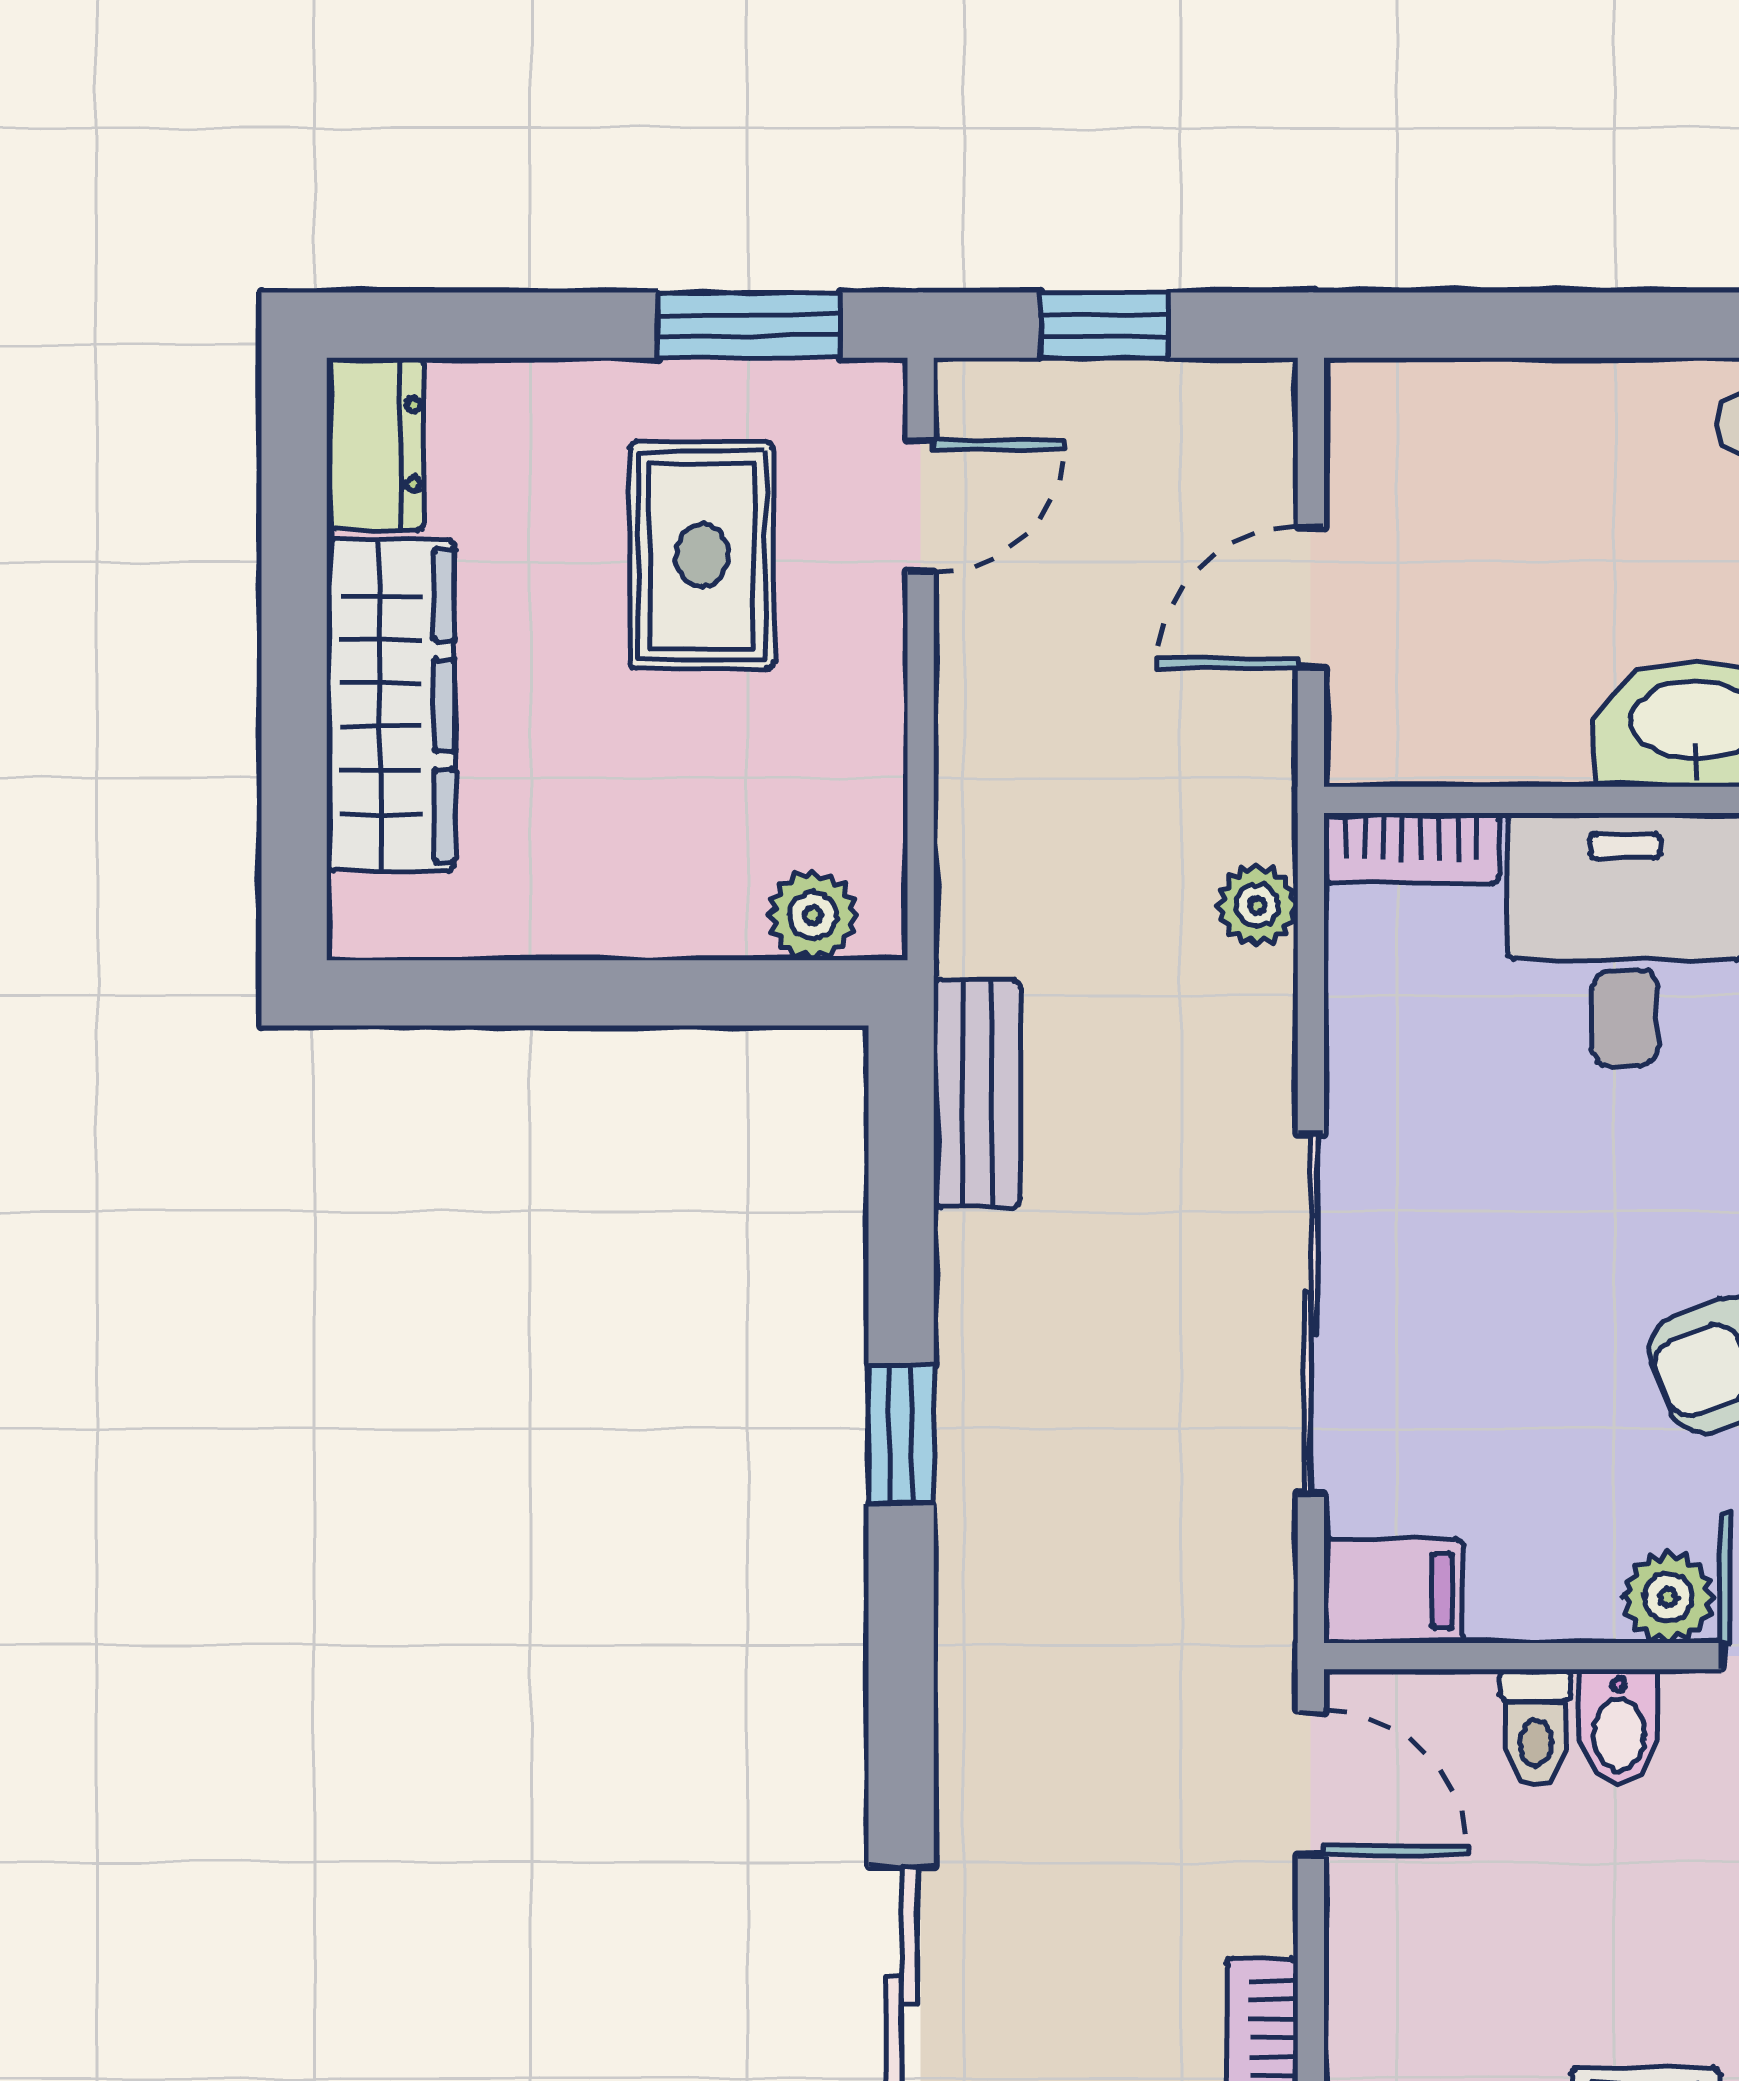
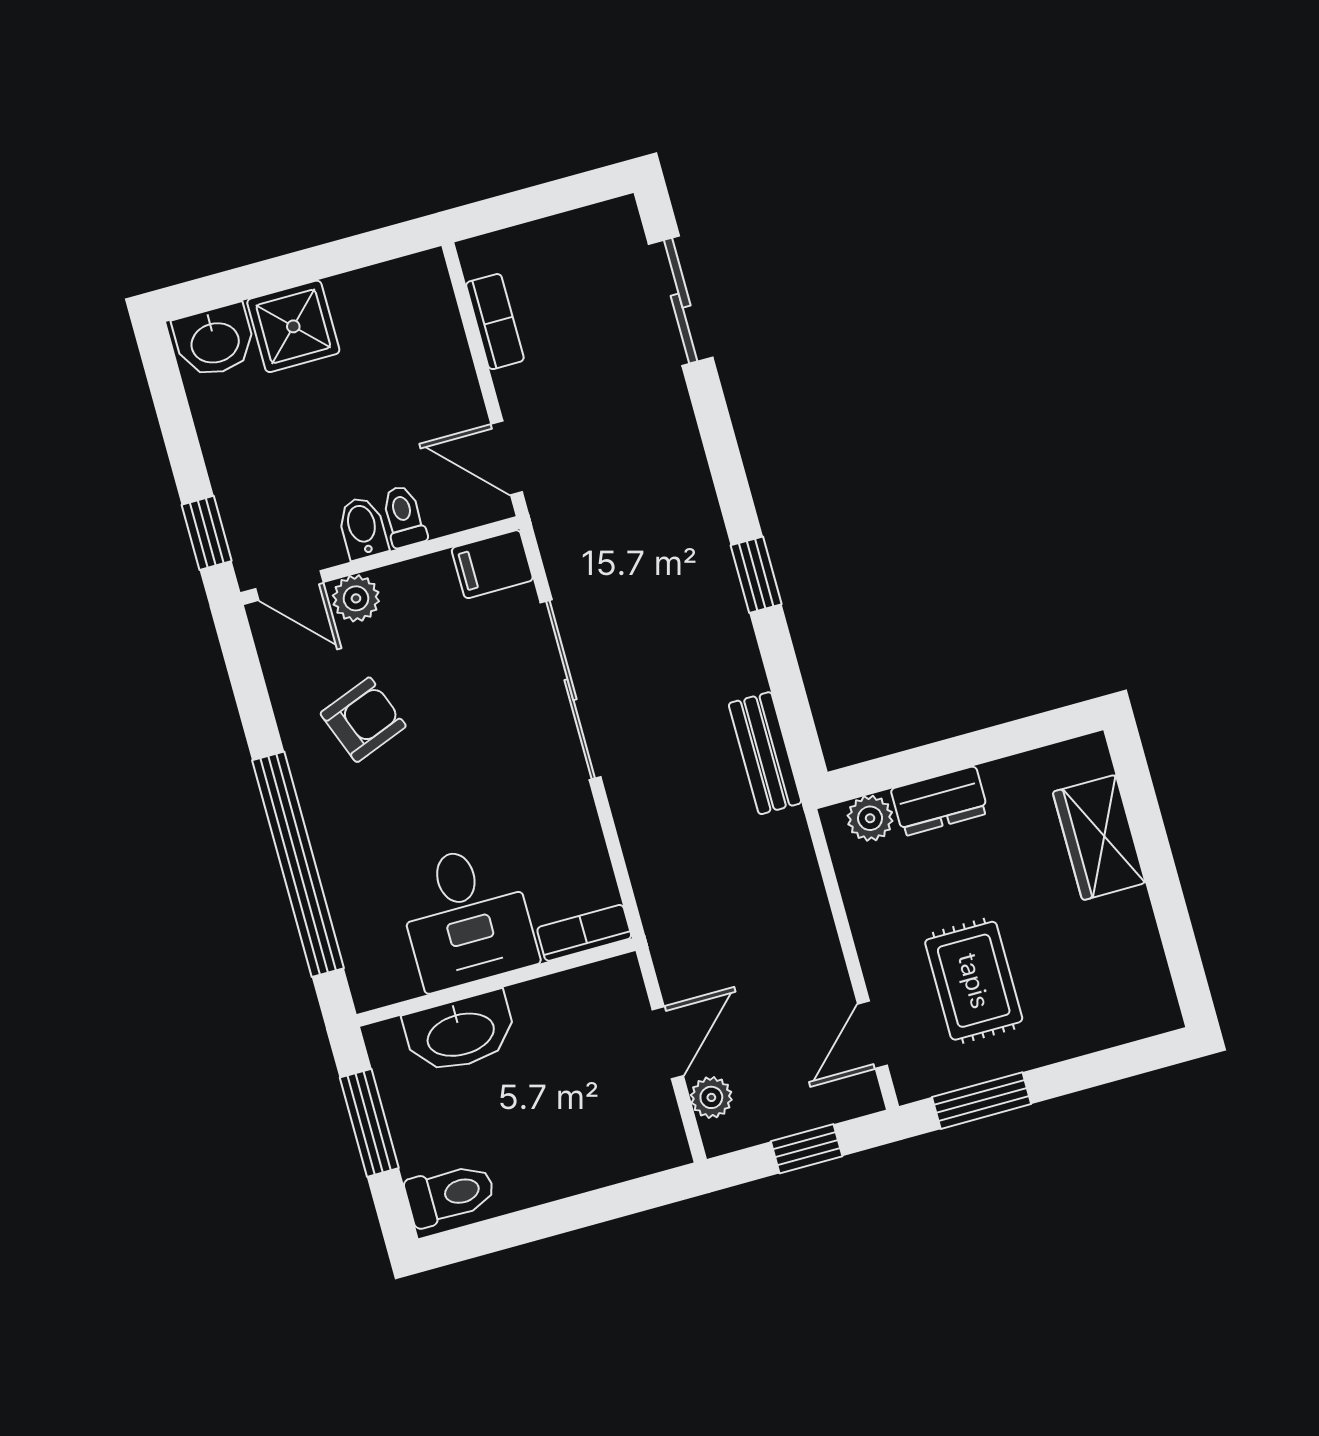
dresser: (375, 444) -> (940, 801), moved, turned -90
wardrobe: (391, 705) -> (1099, 837), width x0.67
plant: (1257, 905) -> (711, 1097), moved

